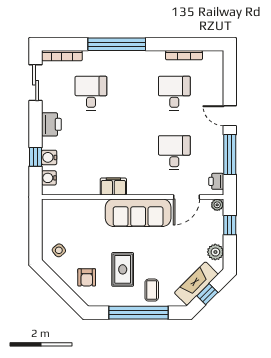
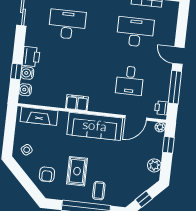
desk: (91, 93) -> (67, 24), width x1.37
desk: (174, 93) -> (135, 32), width x1.37
printer: (51, 124) -> (31, 57), moved
desk: (174, 153) -> (130, 81), turned 180
fireplace: (196, 284) -> (39, 116), moved, turned -135

